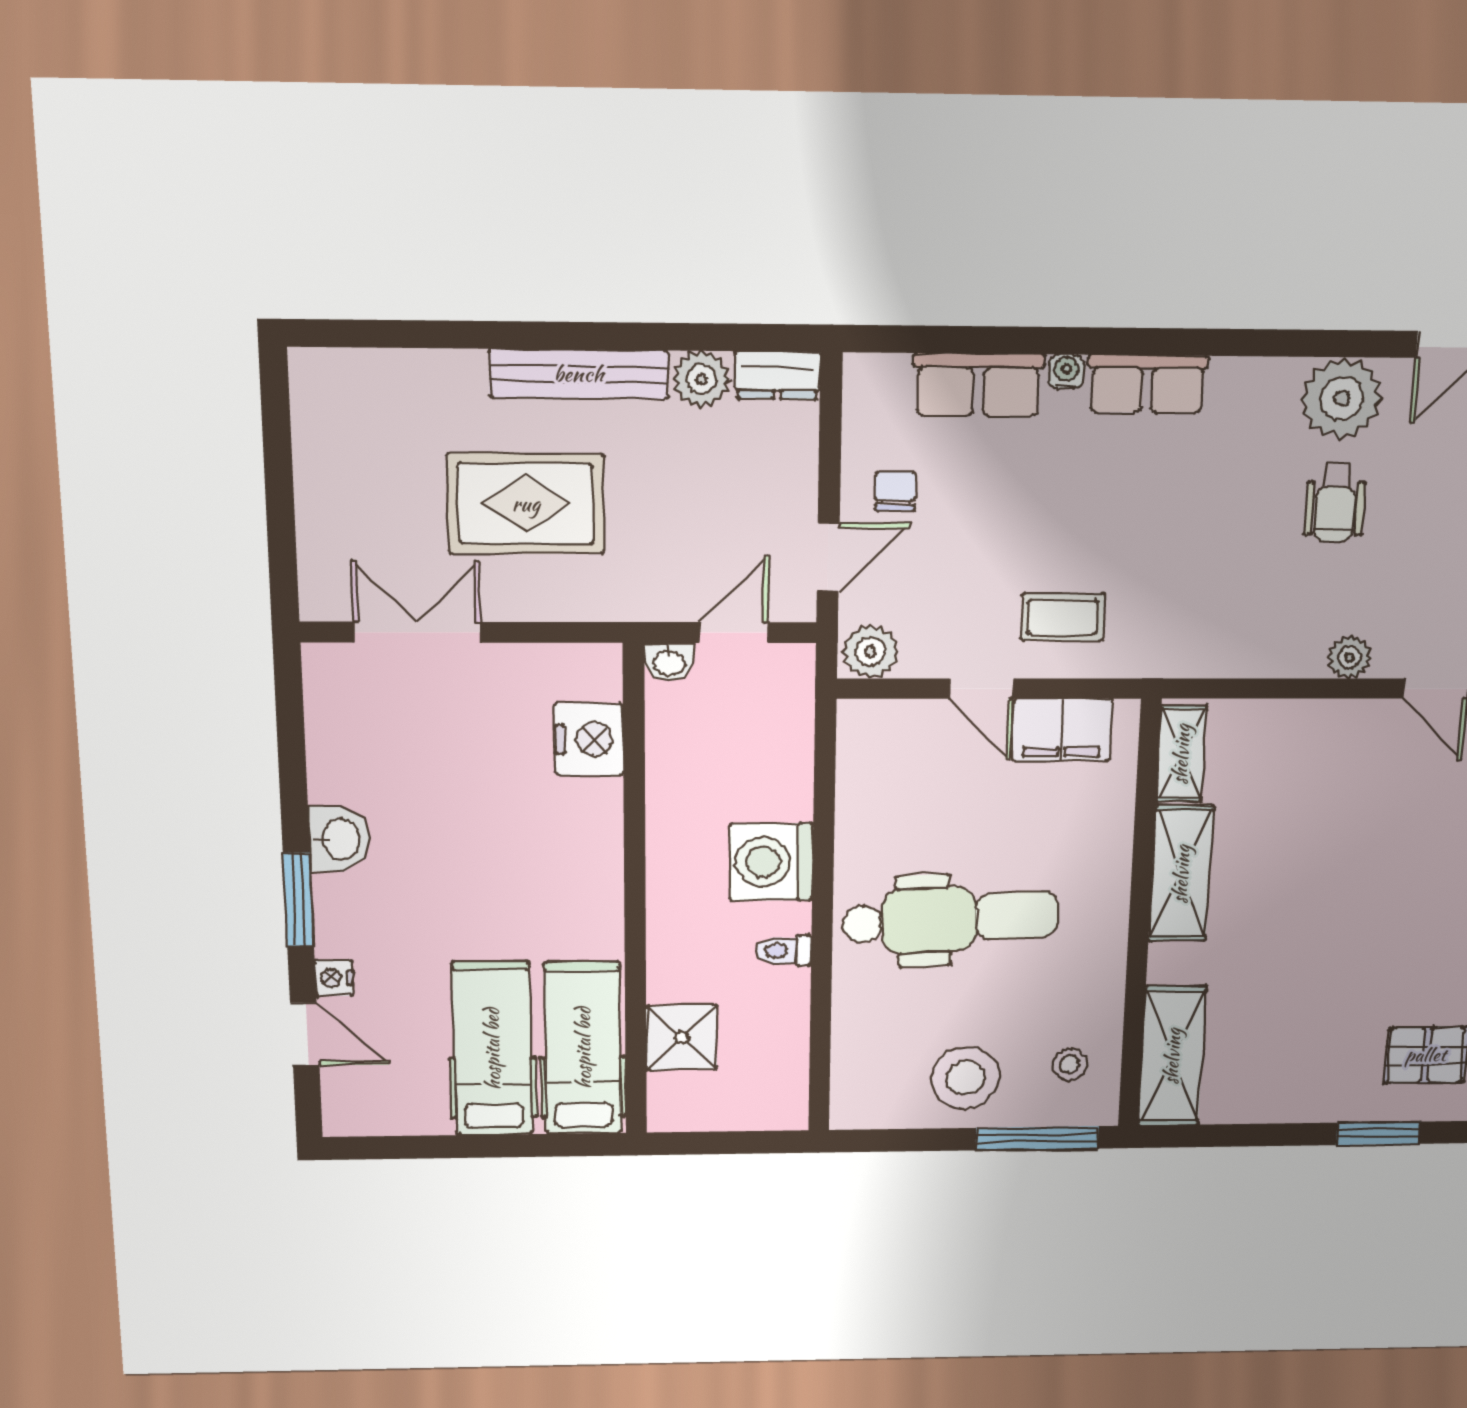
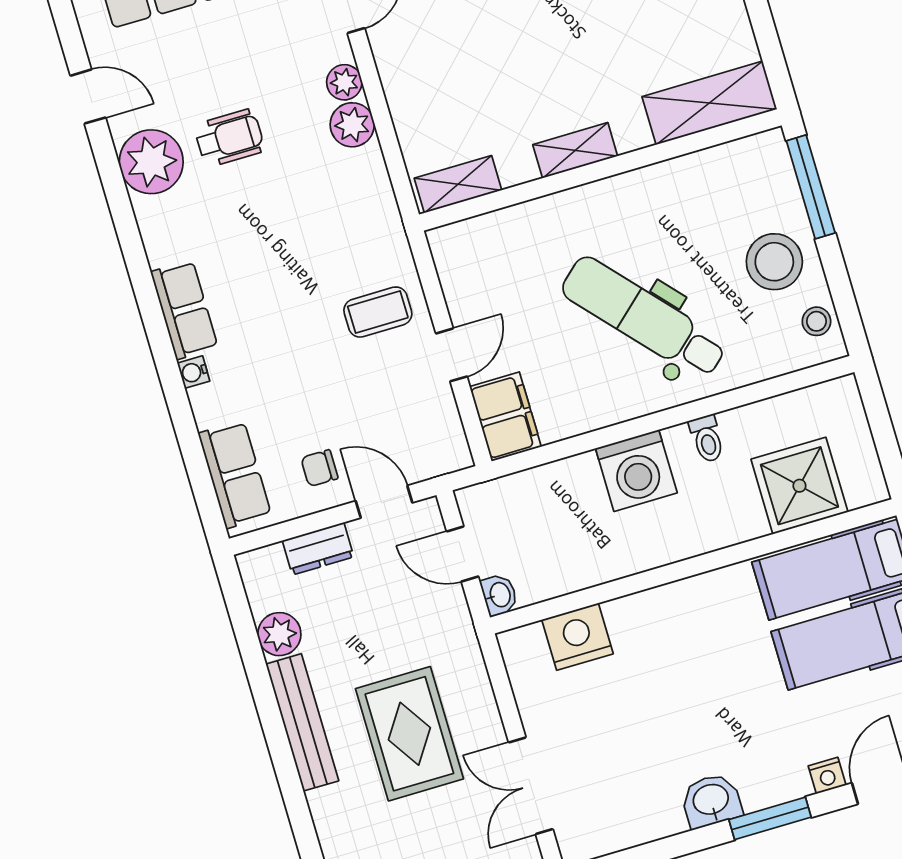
dresser: (777, 375) -> (318, 549), moved, turned 90
row of seats: (978, 385) -> (235, 474), moved
coffee table: (1063, 617) -> (378, 312), turned 90
plant: (870, 652) -> (352, 125), moved
filing cabinet: (1062, 730) -> (505, 417), moved
shelving: (1181, 874) -> (575, 150), width x0.67, depth x0.75
dental chair: (950, 919) -> (644, 318), turned -39
shower: (682, 1038) -> (799, 486), width x1.36, depth x1.36
stool: (1070, 1064) -> (816, 321), moved

